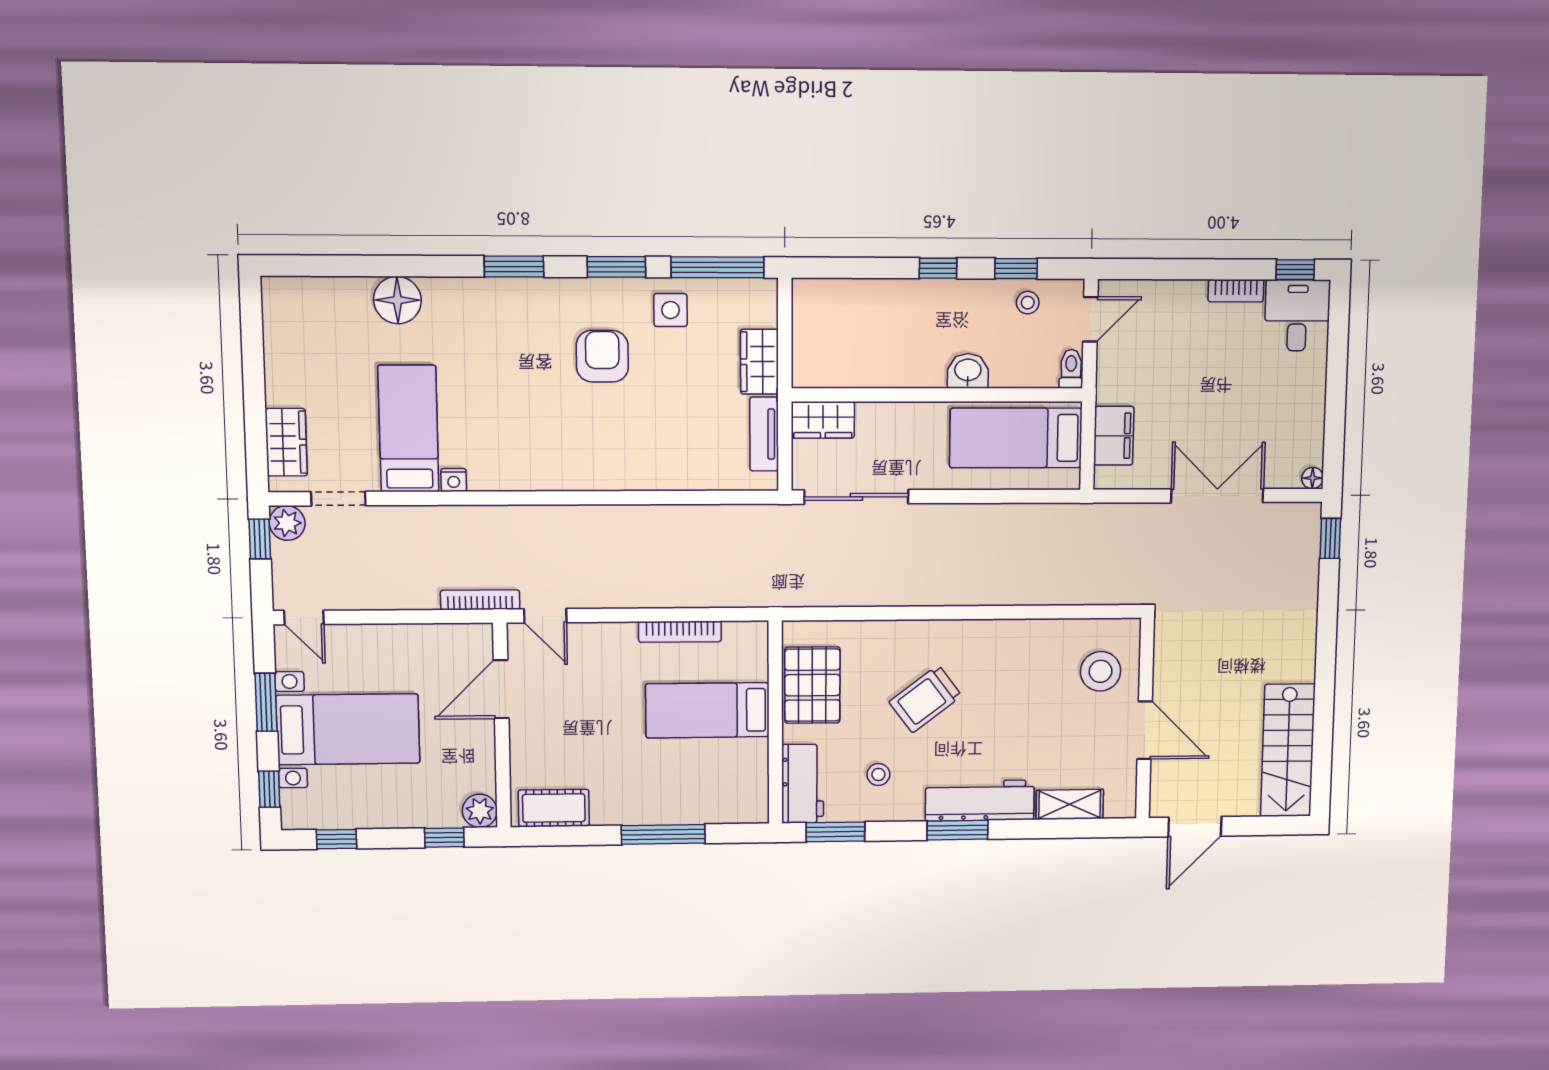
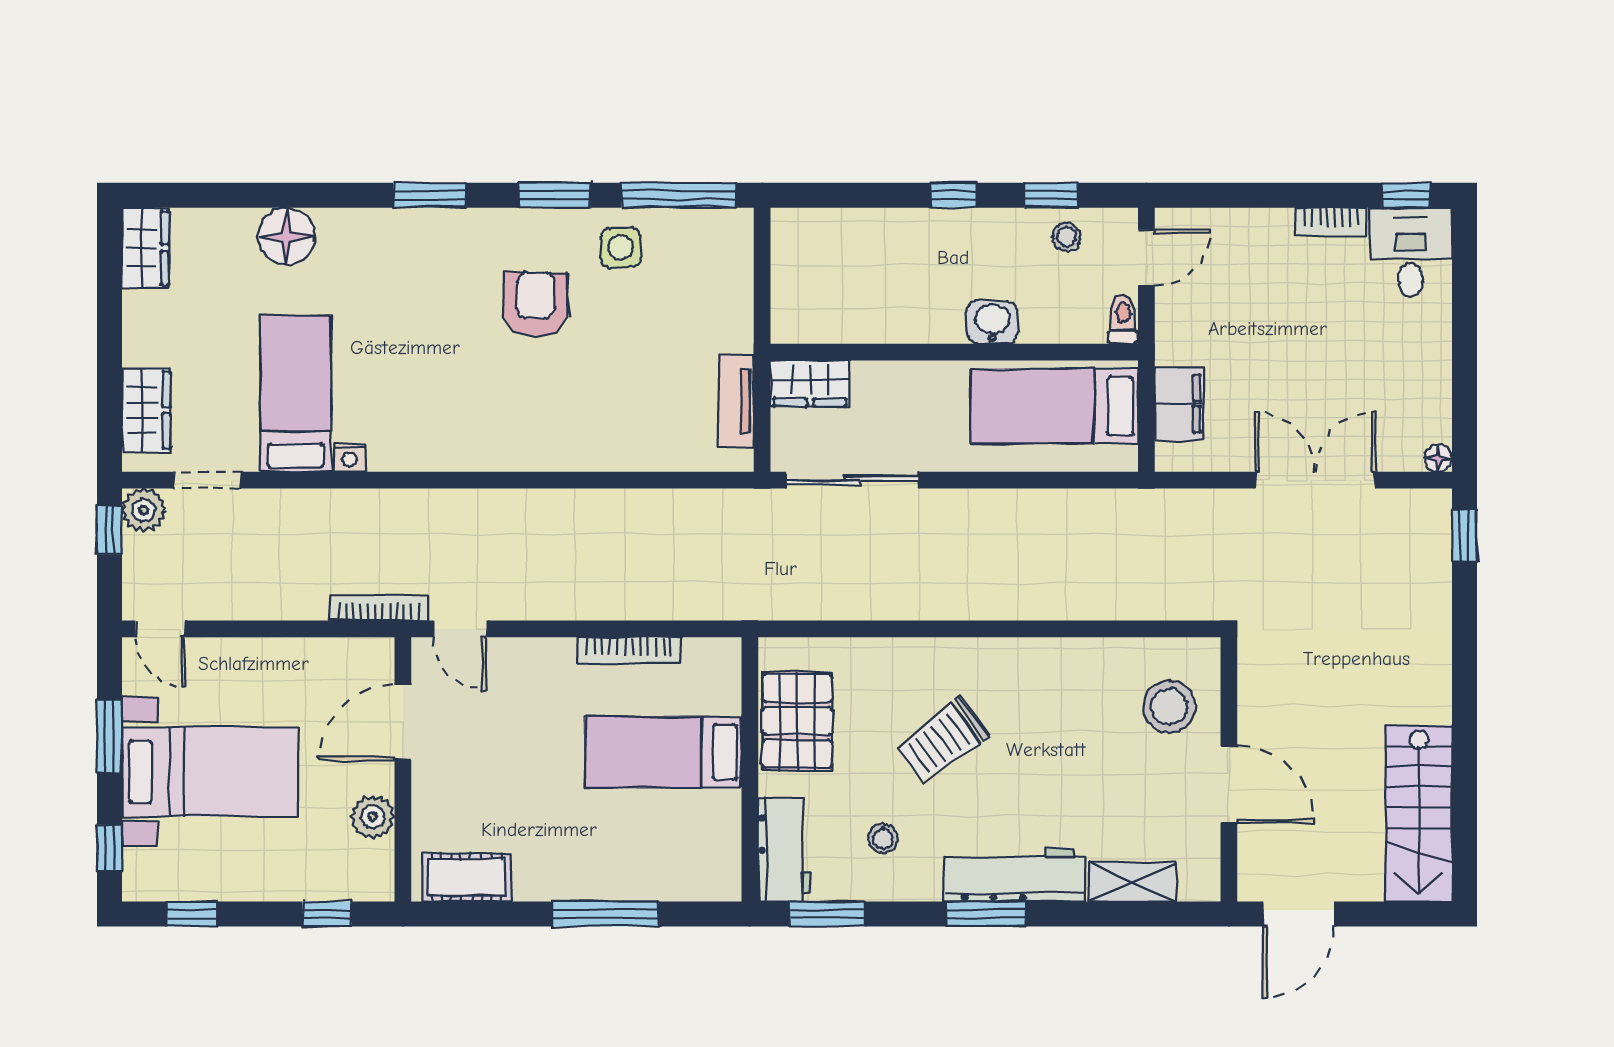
wardrobe: (759, 362) -> (145, 248), moved, turned 180
plant: (480, 811) -> (373, 817), moved

